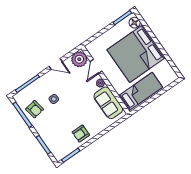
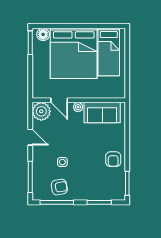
door: (56, 64) -> (30, 137), hinge flipped
bed: (141, 92) -> (109, 52), moved, turned 180

